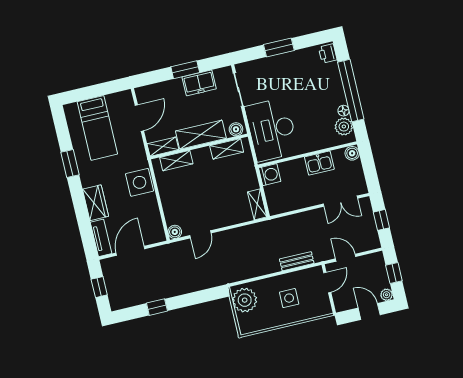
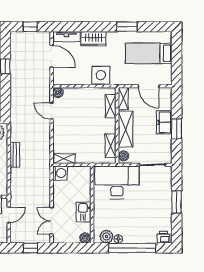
freezer: (199, 83) -> (164, 122), moved
washing machine: (270, 175) -> (60, 173), moved, turned -90
bench: (297, 261) -> (15, 155), moved

